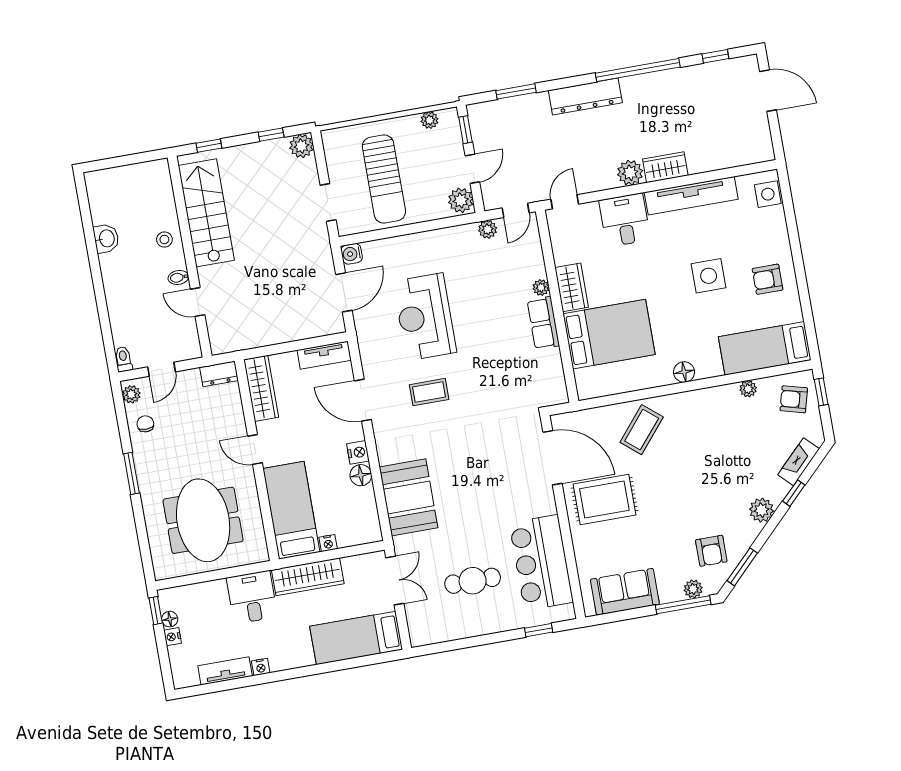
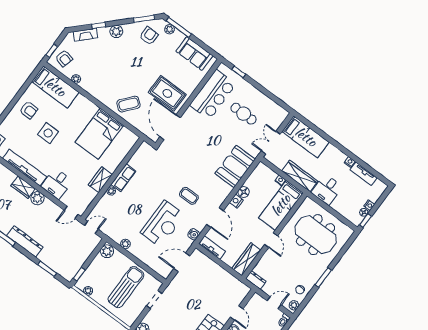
door: (472, 169) -> (91, 258), removed
plant: (488, 229) -> (125, 244), moved
water cooler: (352, 254) -> (194, 234), moved
bed: (609, 334) -> (99, 134), moved, turned -90
floor lamp: (684, 372) -> (92, 108), removed
meeting table: (203, 520) -> (316, 235), turned 90

